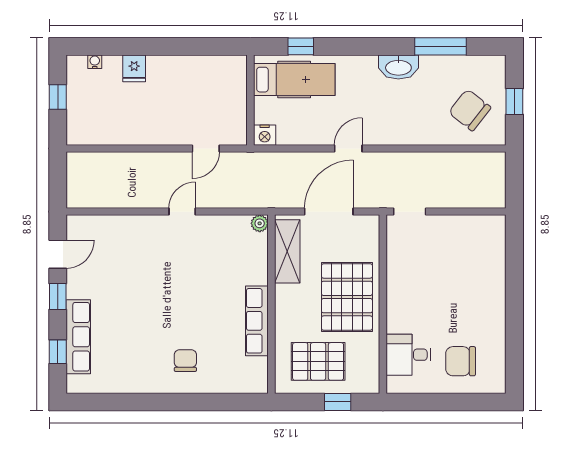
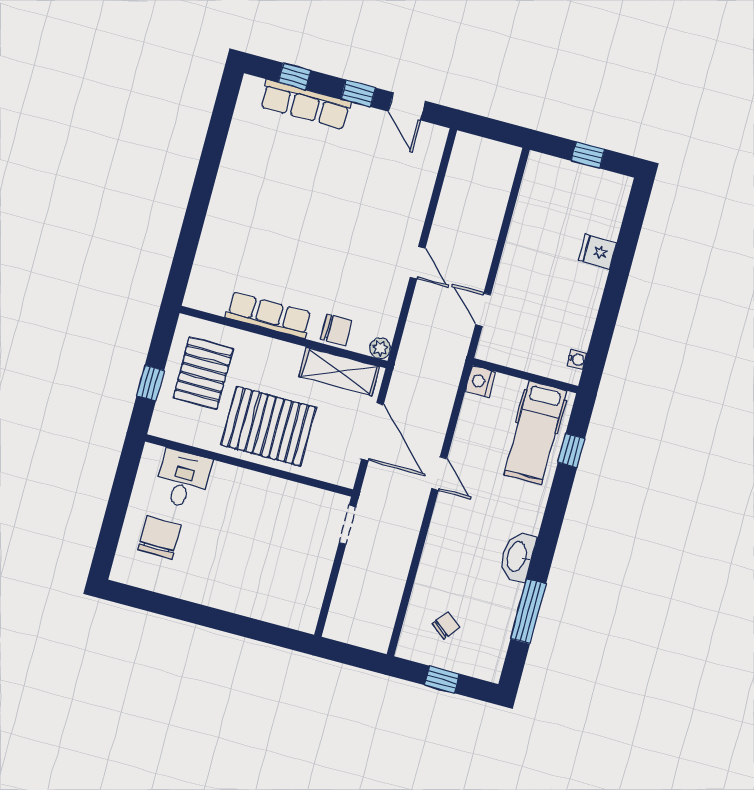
water cooler: (95, 62) -> (577, 359), moved
chair: (470, 110) -> (446, 625), width x0.54, depth x0.54
chair: (185, 361) -> (336, 330), moved

